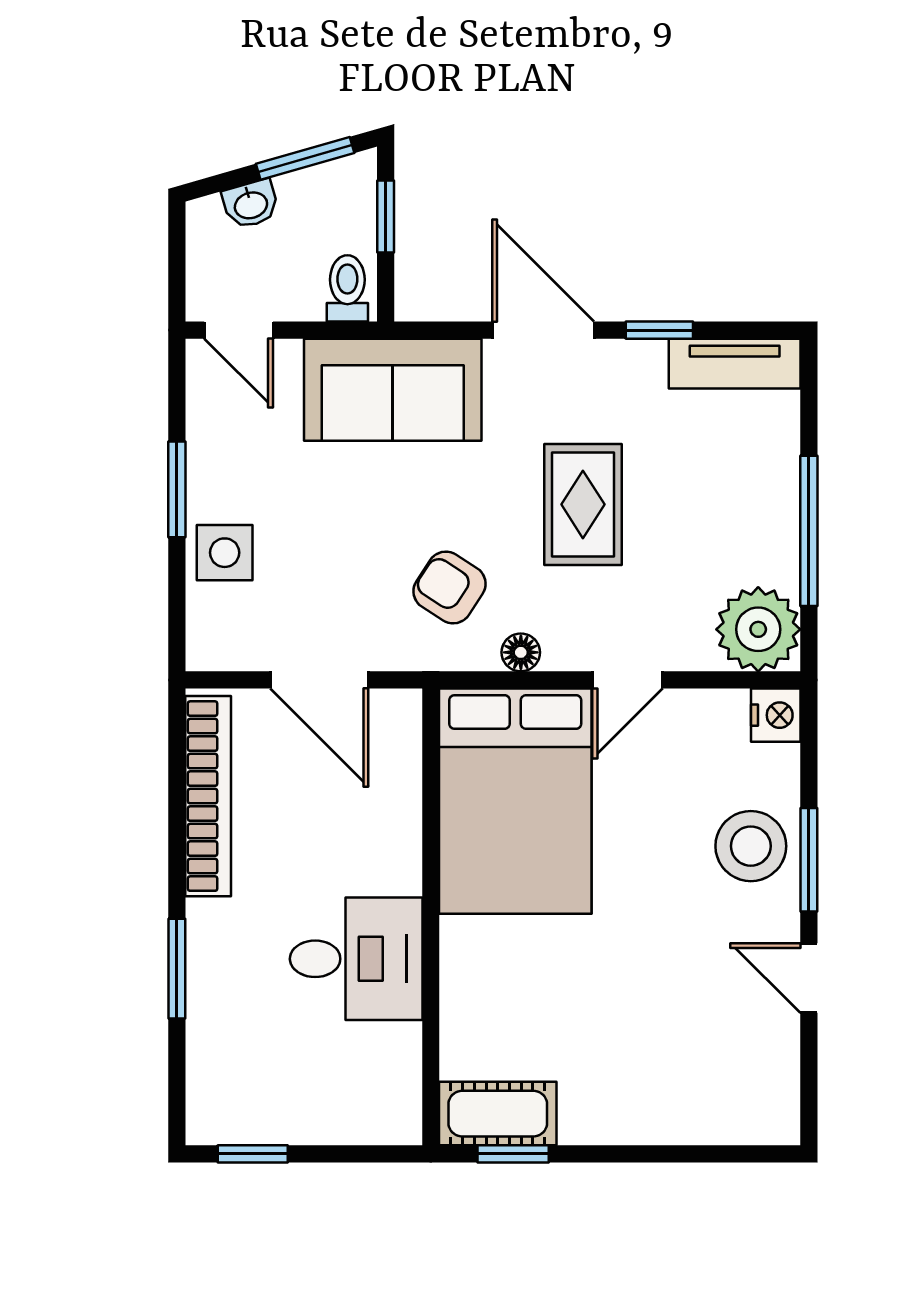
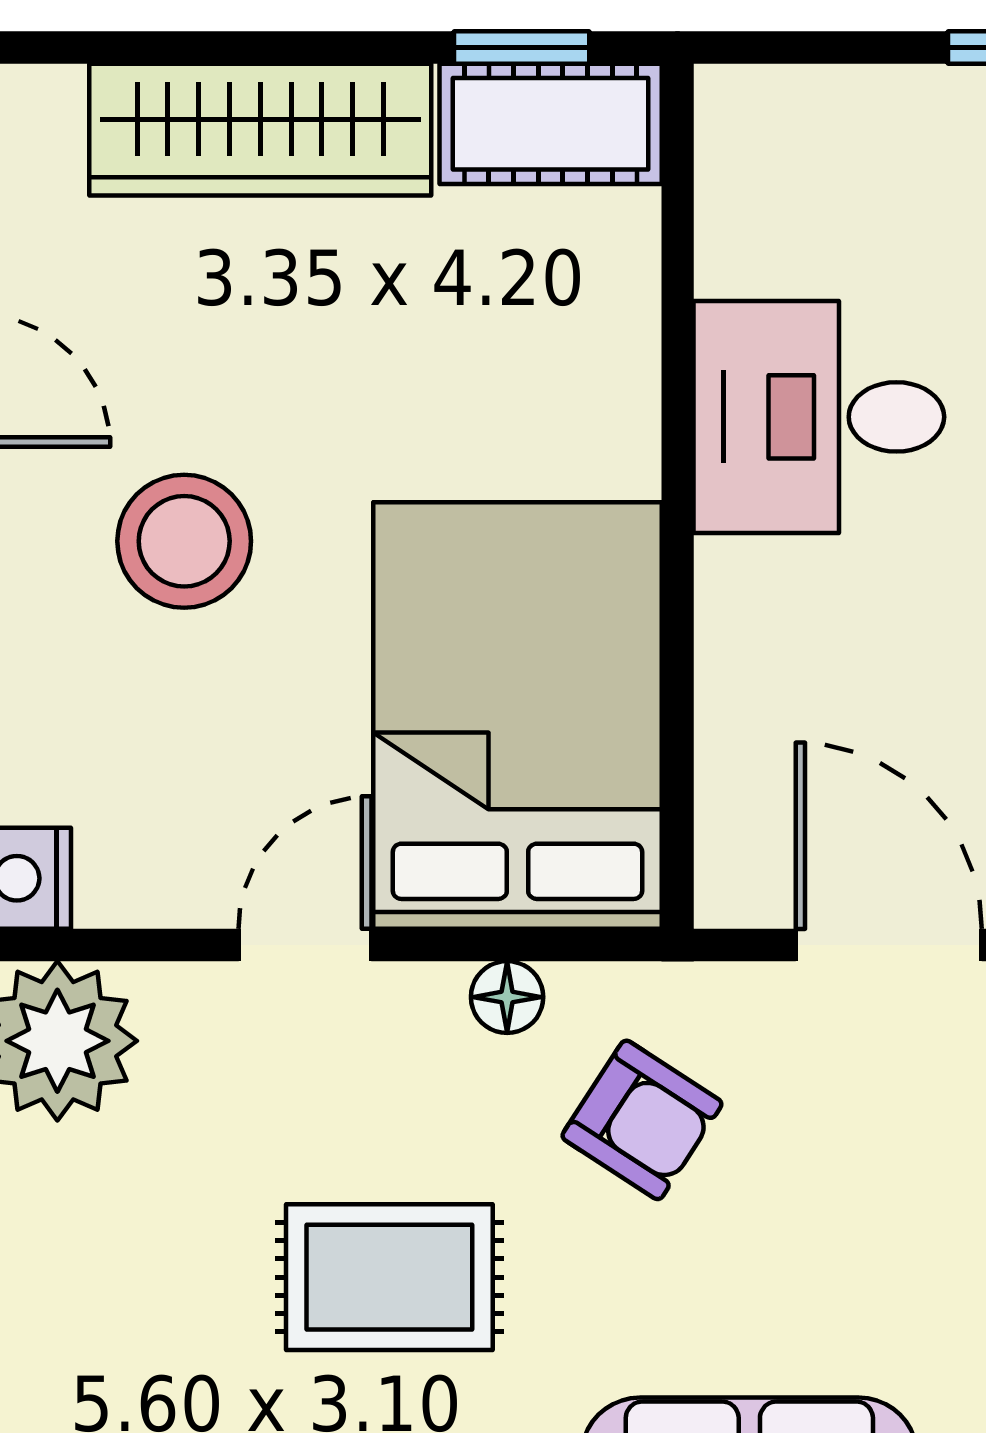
rug: (583, 504) -> (389, 1277), turned 90
stool: (751, 846) -> (184, 541), moved
wardrobe: (651, 1111) -> (260, 130), added

